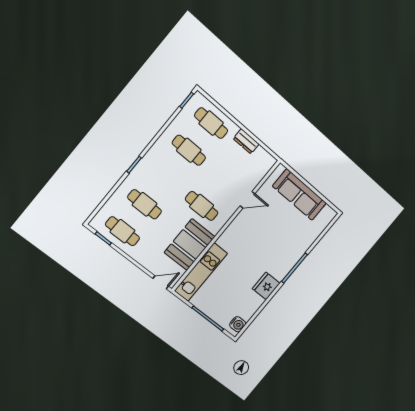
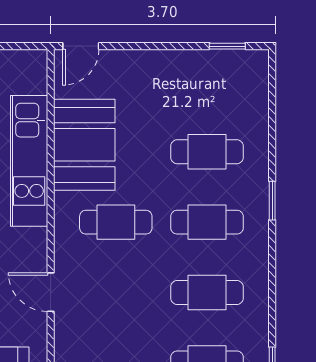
door: (247, 200) -> (51, 292), hinge flipped
cafe table: (122, 231) -> (207, 222), moved
kitchen unit: (201, 272) -> (29, 161), moved

